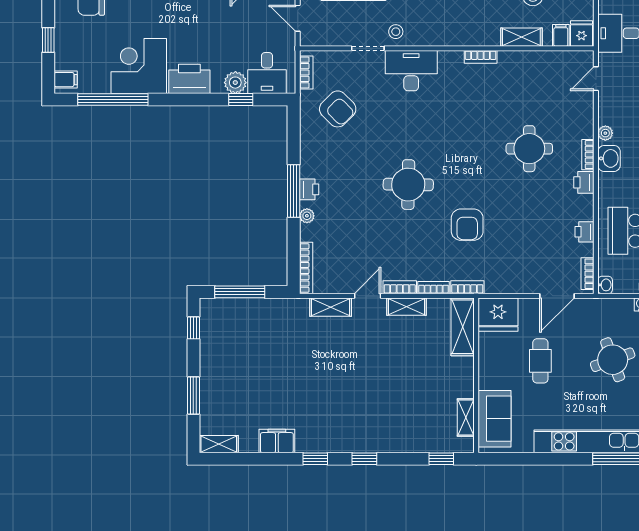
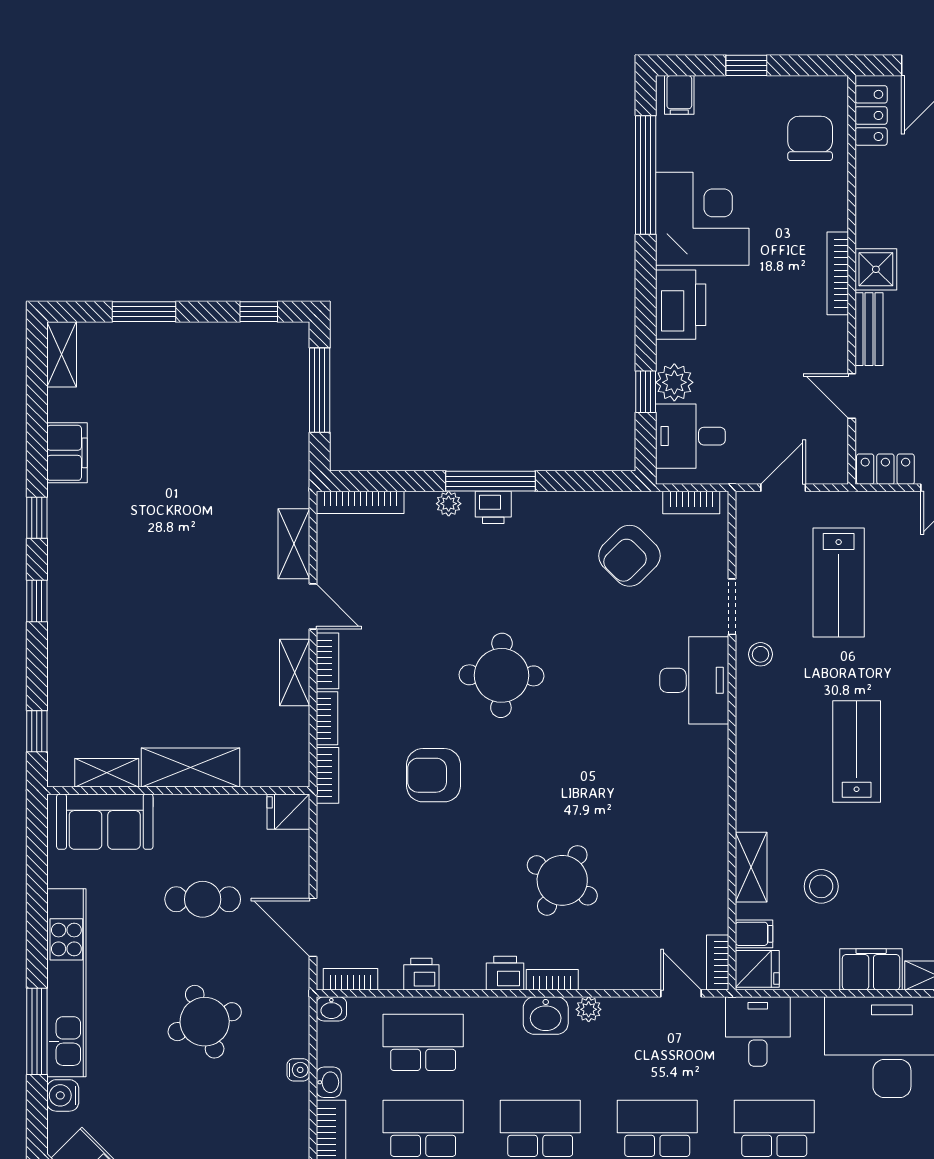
bookcase: (481, 57) -> (718, 962), moved
round table: (529, 149) -> (562, 880), turned 31
fridge: (498, 315) -> (288, 812), width x0.53, depth x0.75
shelving: (463, 327) -> (190, 767), moved

